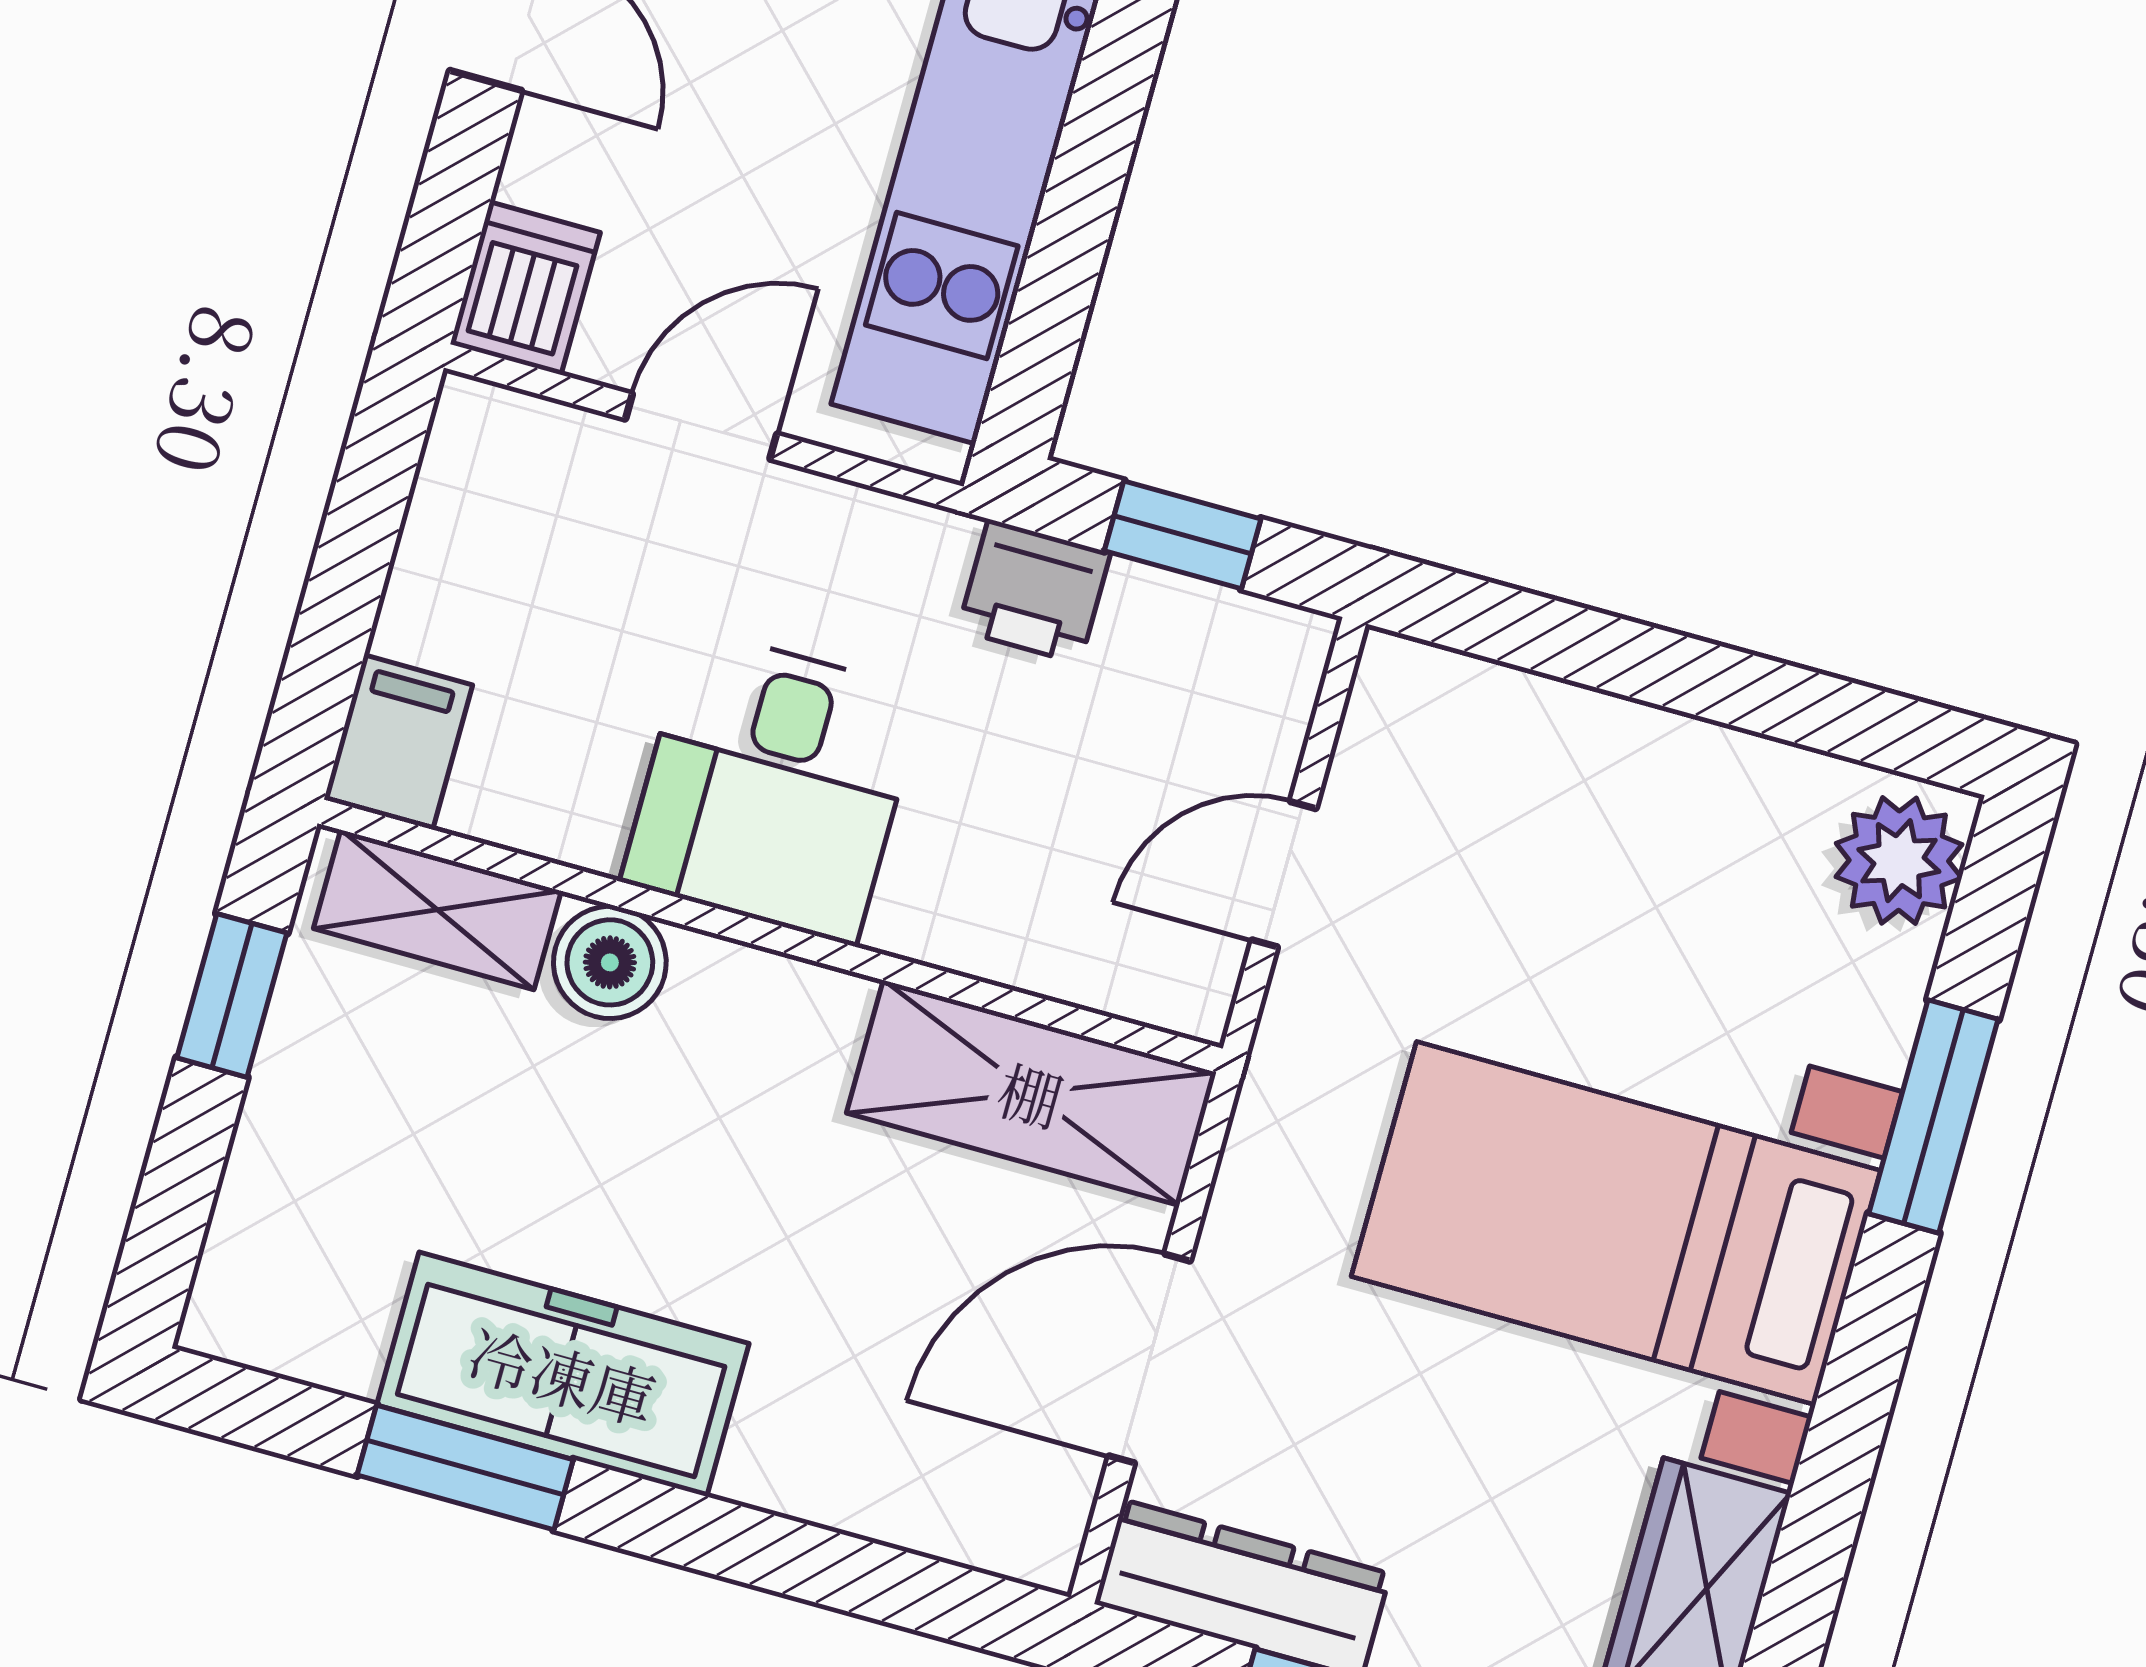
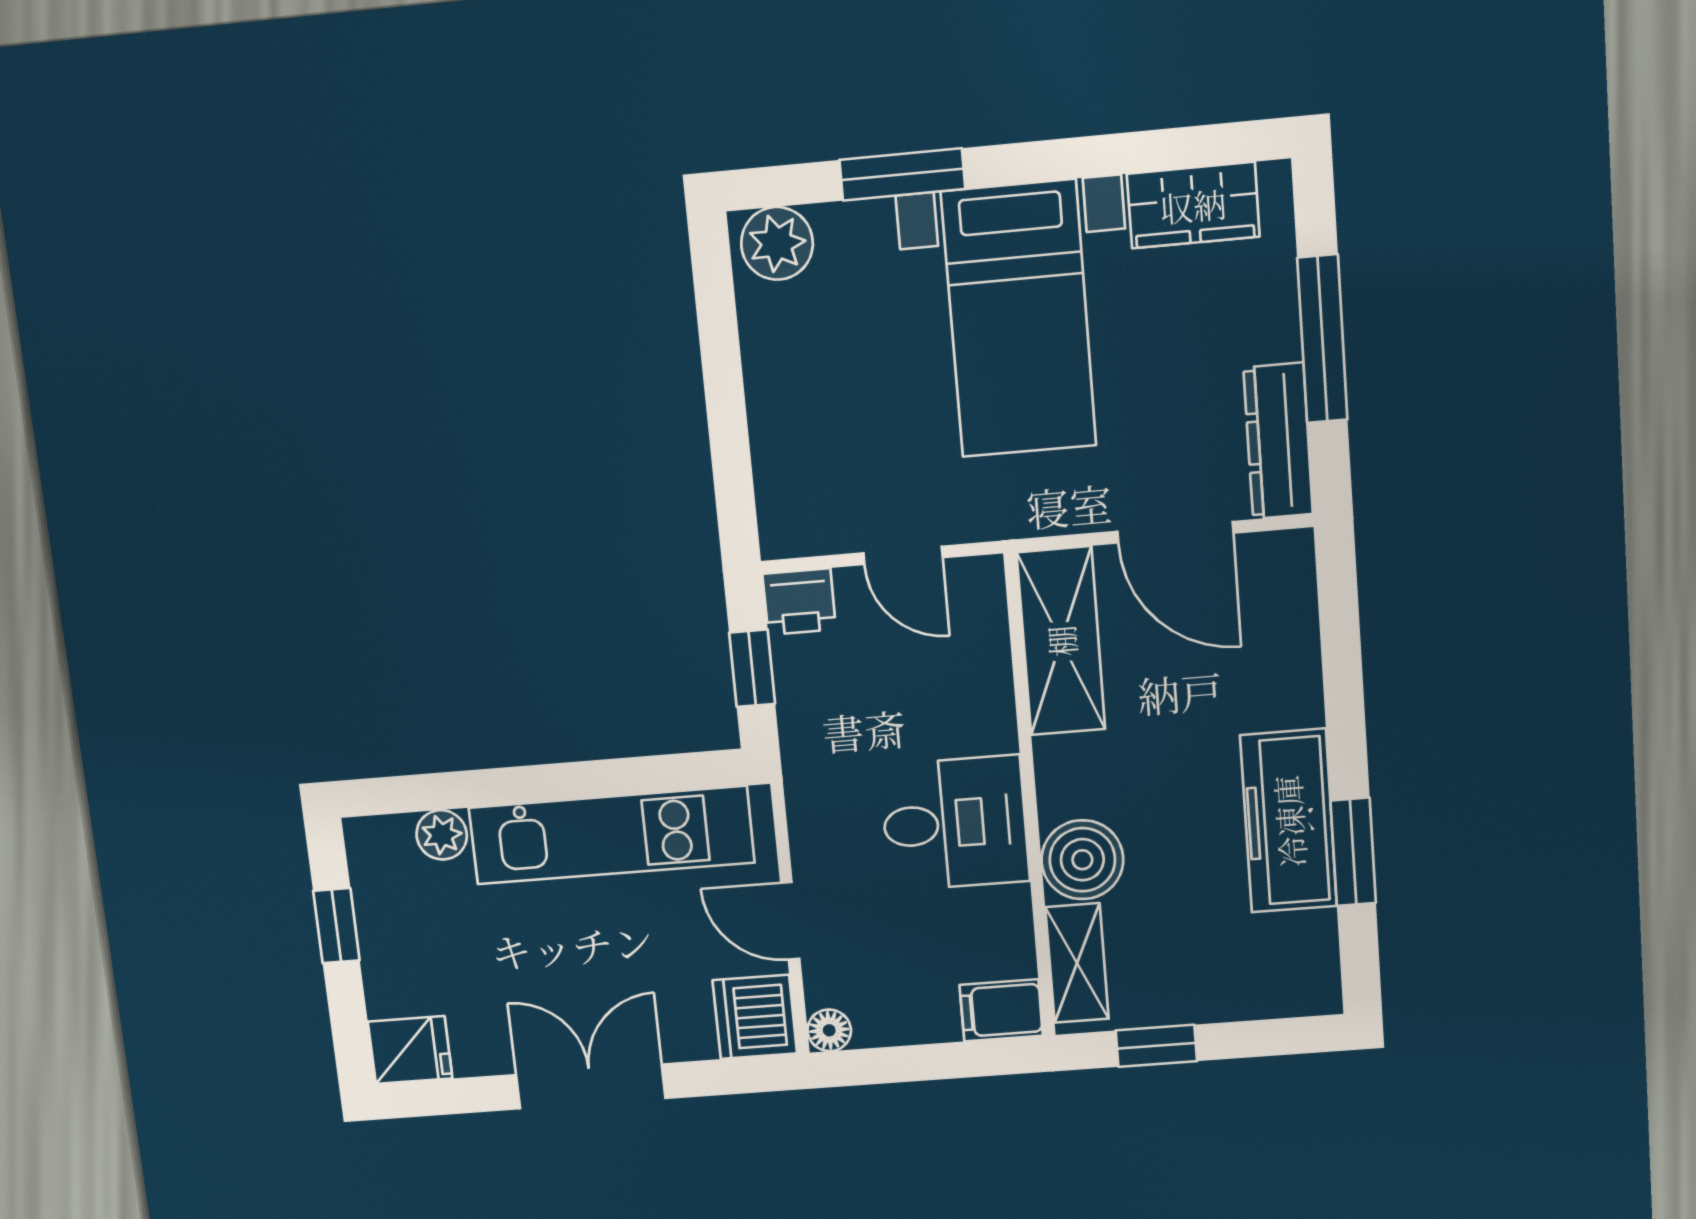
dishwasher: (525, 288) -> (755, 1017), width x1.38
floor lamp: (473, 419) -> (829, 1030), added
printer: (1034, 591) -> (799, 602), moved, turned 90
boiler: (610, 962) -> (1082, 860), width x1.36, depth x1.36

